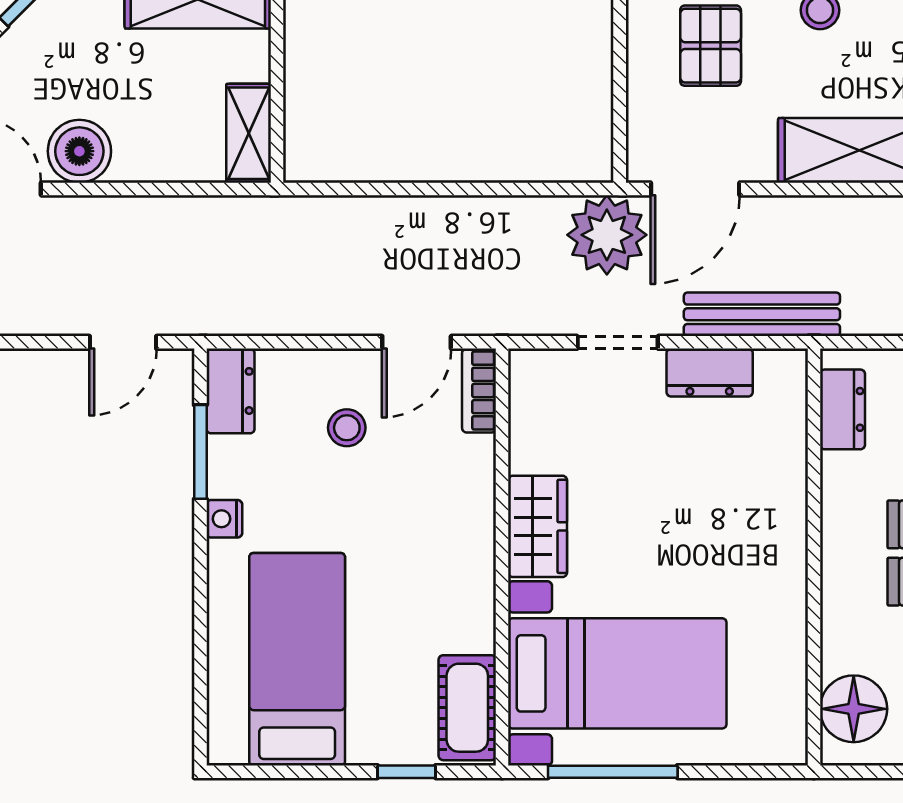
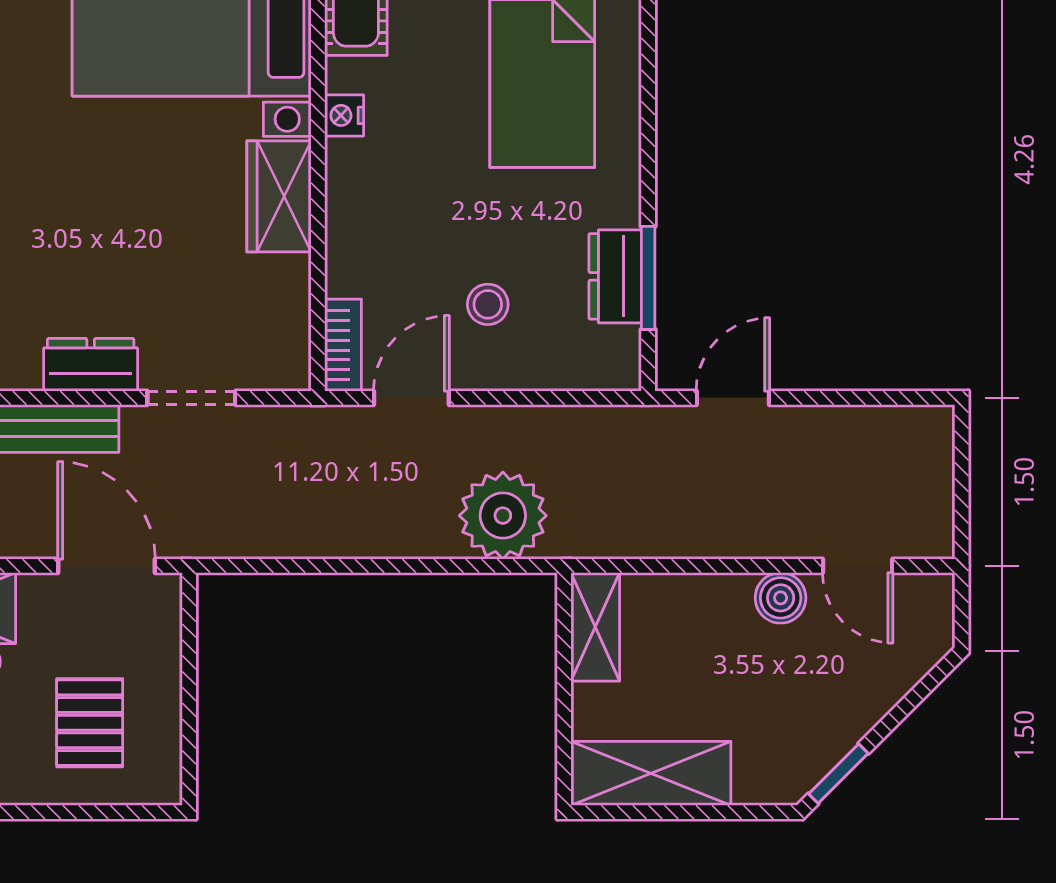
boiler: (79, 151) -> (781, 598), width x0.73, depth x0.73
door: (695, 189) -> (107, 566), hinge flipped
plant: (607, 235) -> (503, 516), moved
dresser: (230, 391) -> (615, 276), moved
nightstand: (224, 519) -> (344, 115), moved, turned 180

